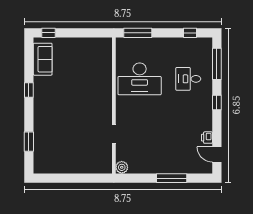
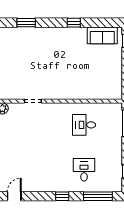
desk: (140, 79) -> (84, 125), width x0.53, depth x0.77
printer: (207, 138) -> (30, 187), removed

